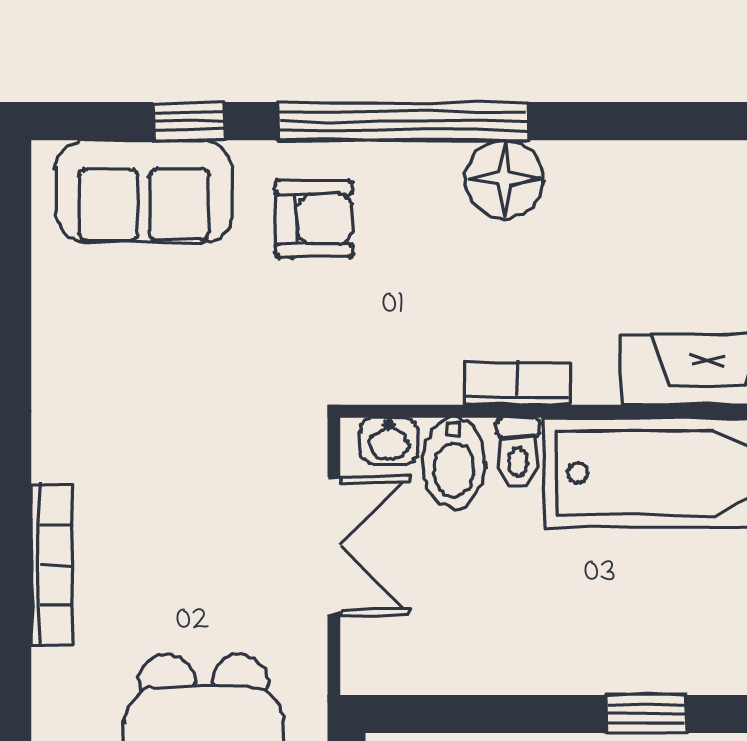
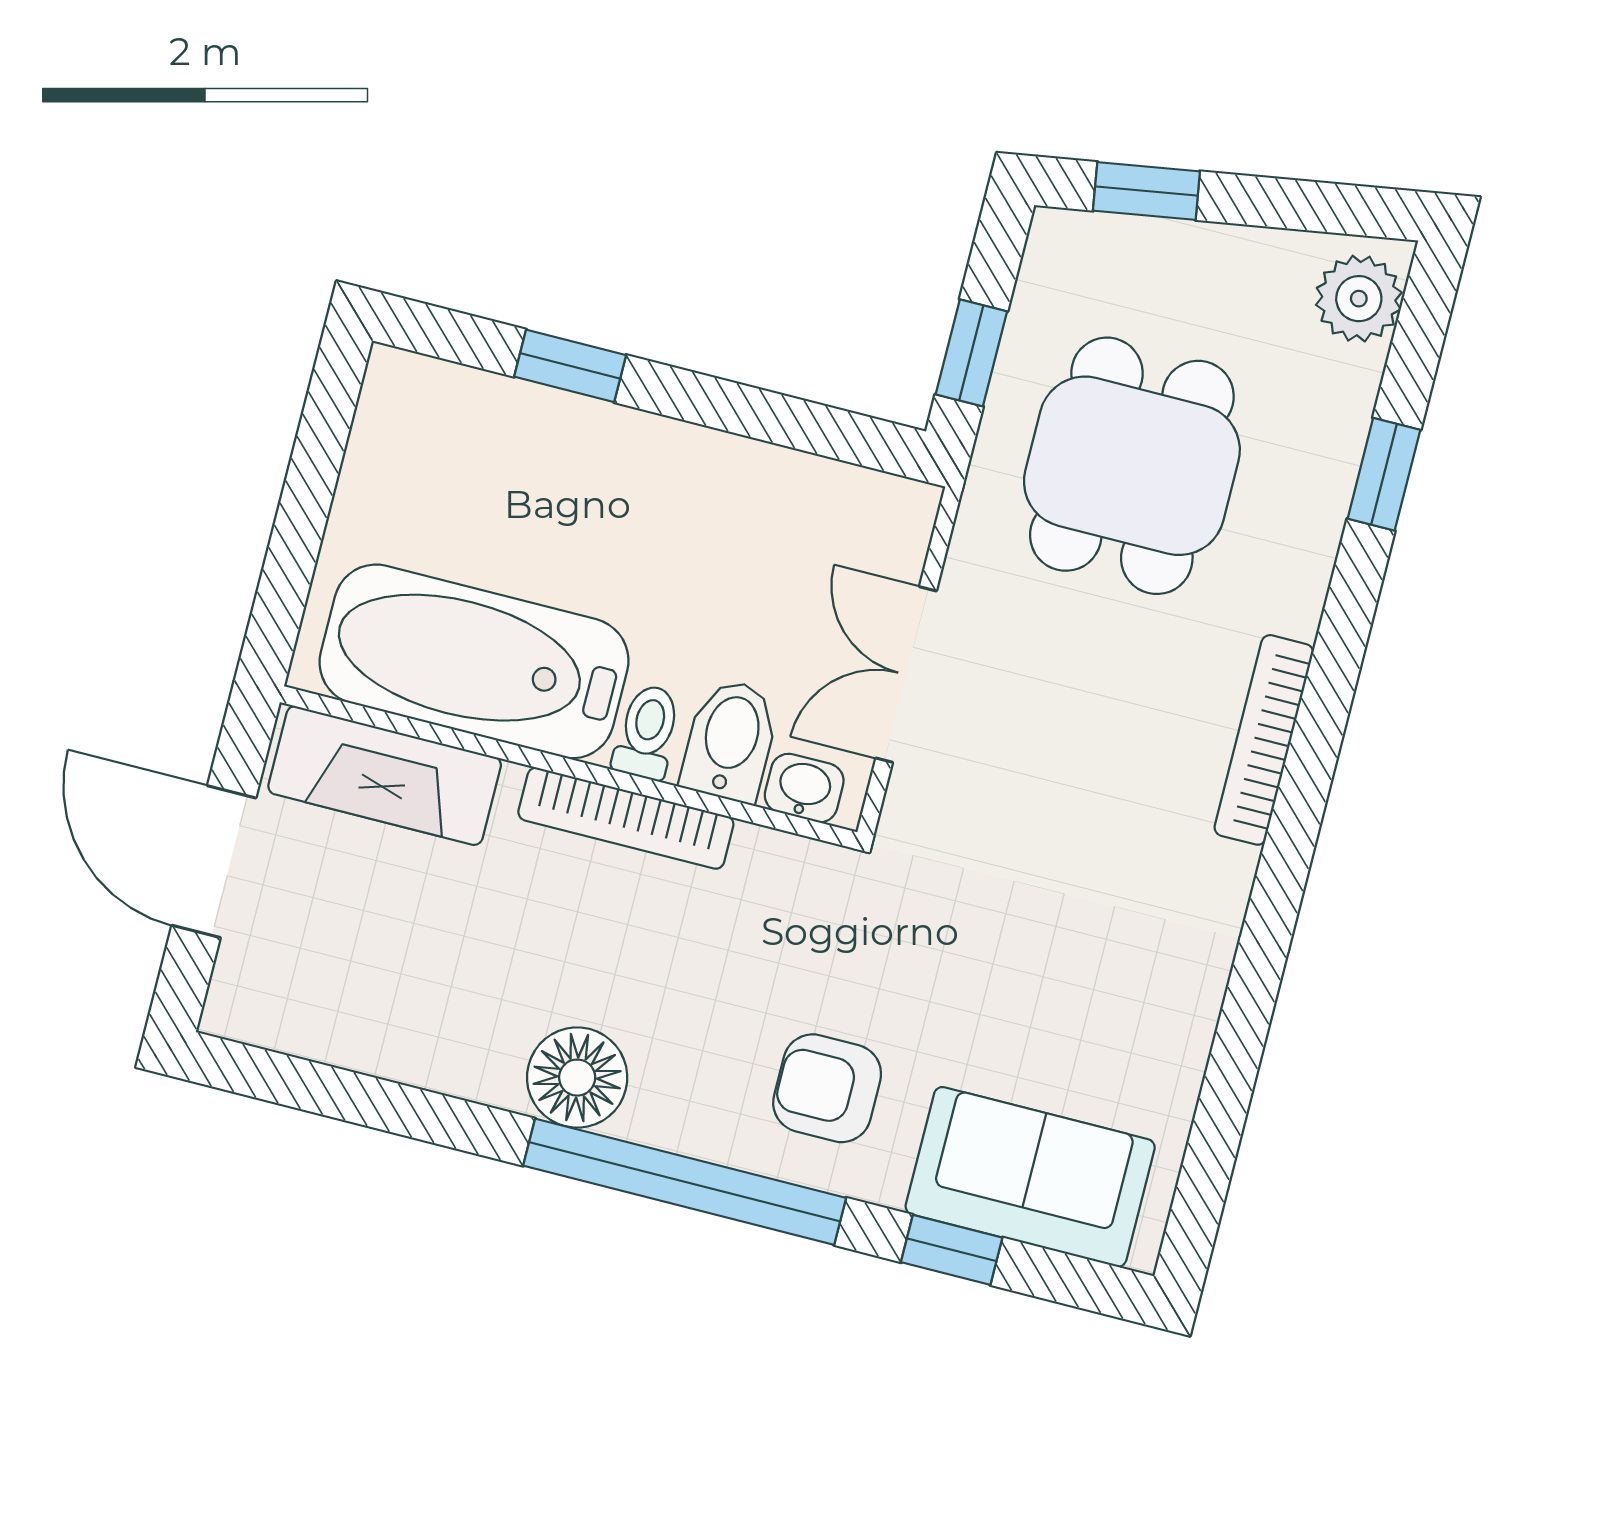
bookcase: (517, 384) -> (626, 818), width x1.56

